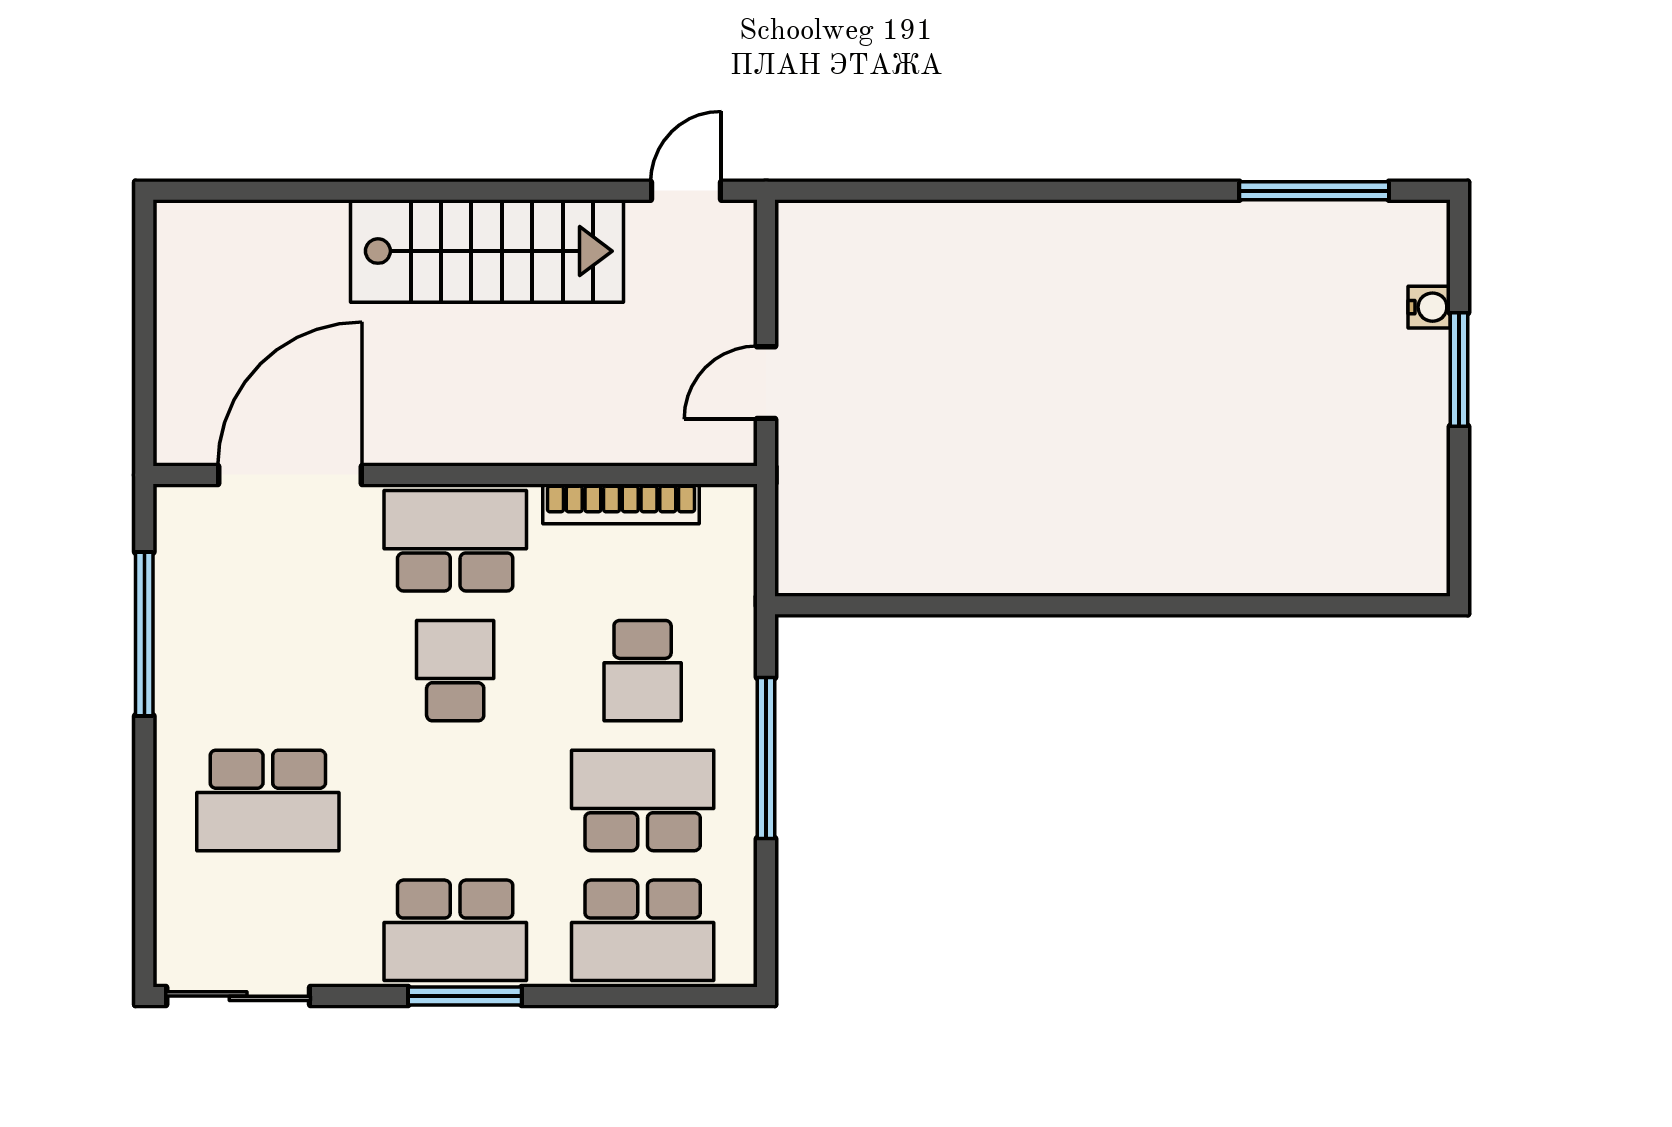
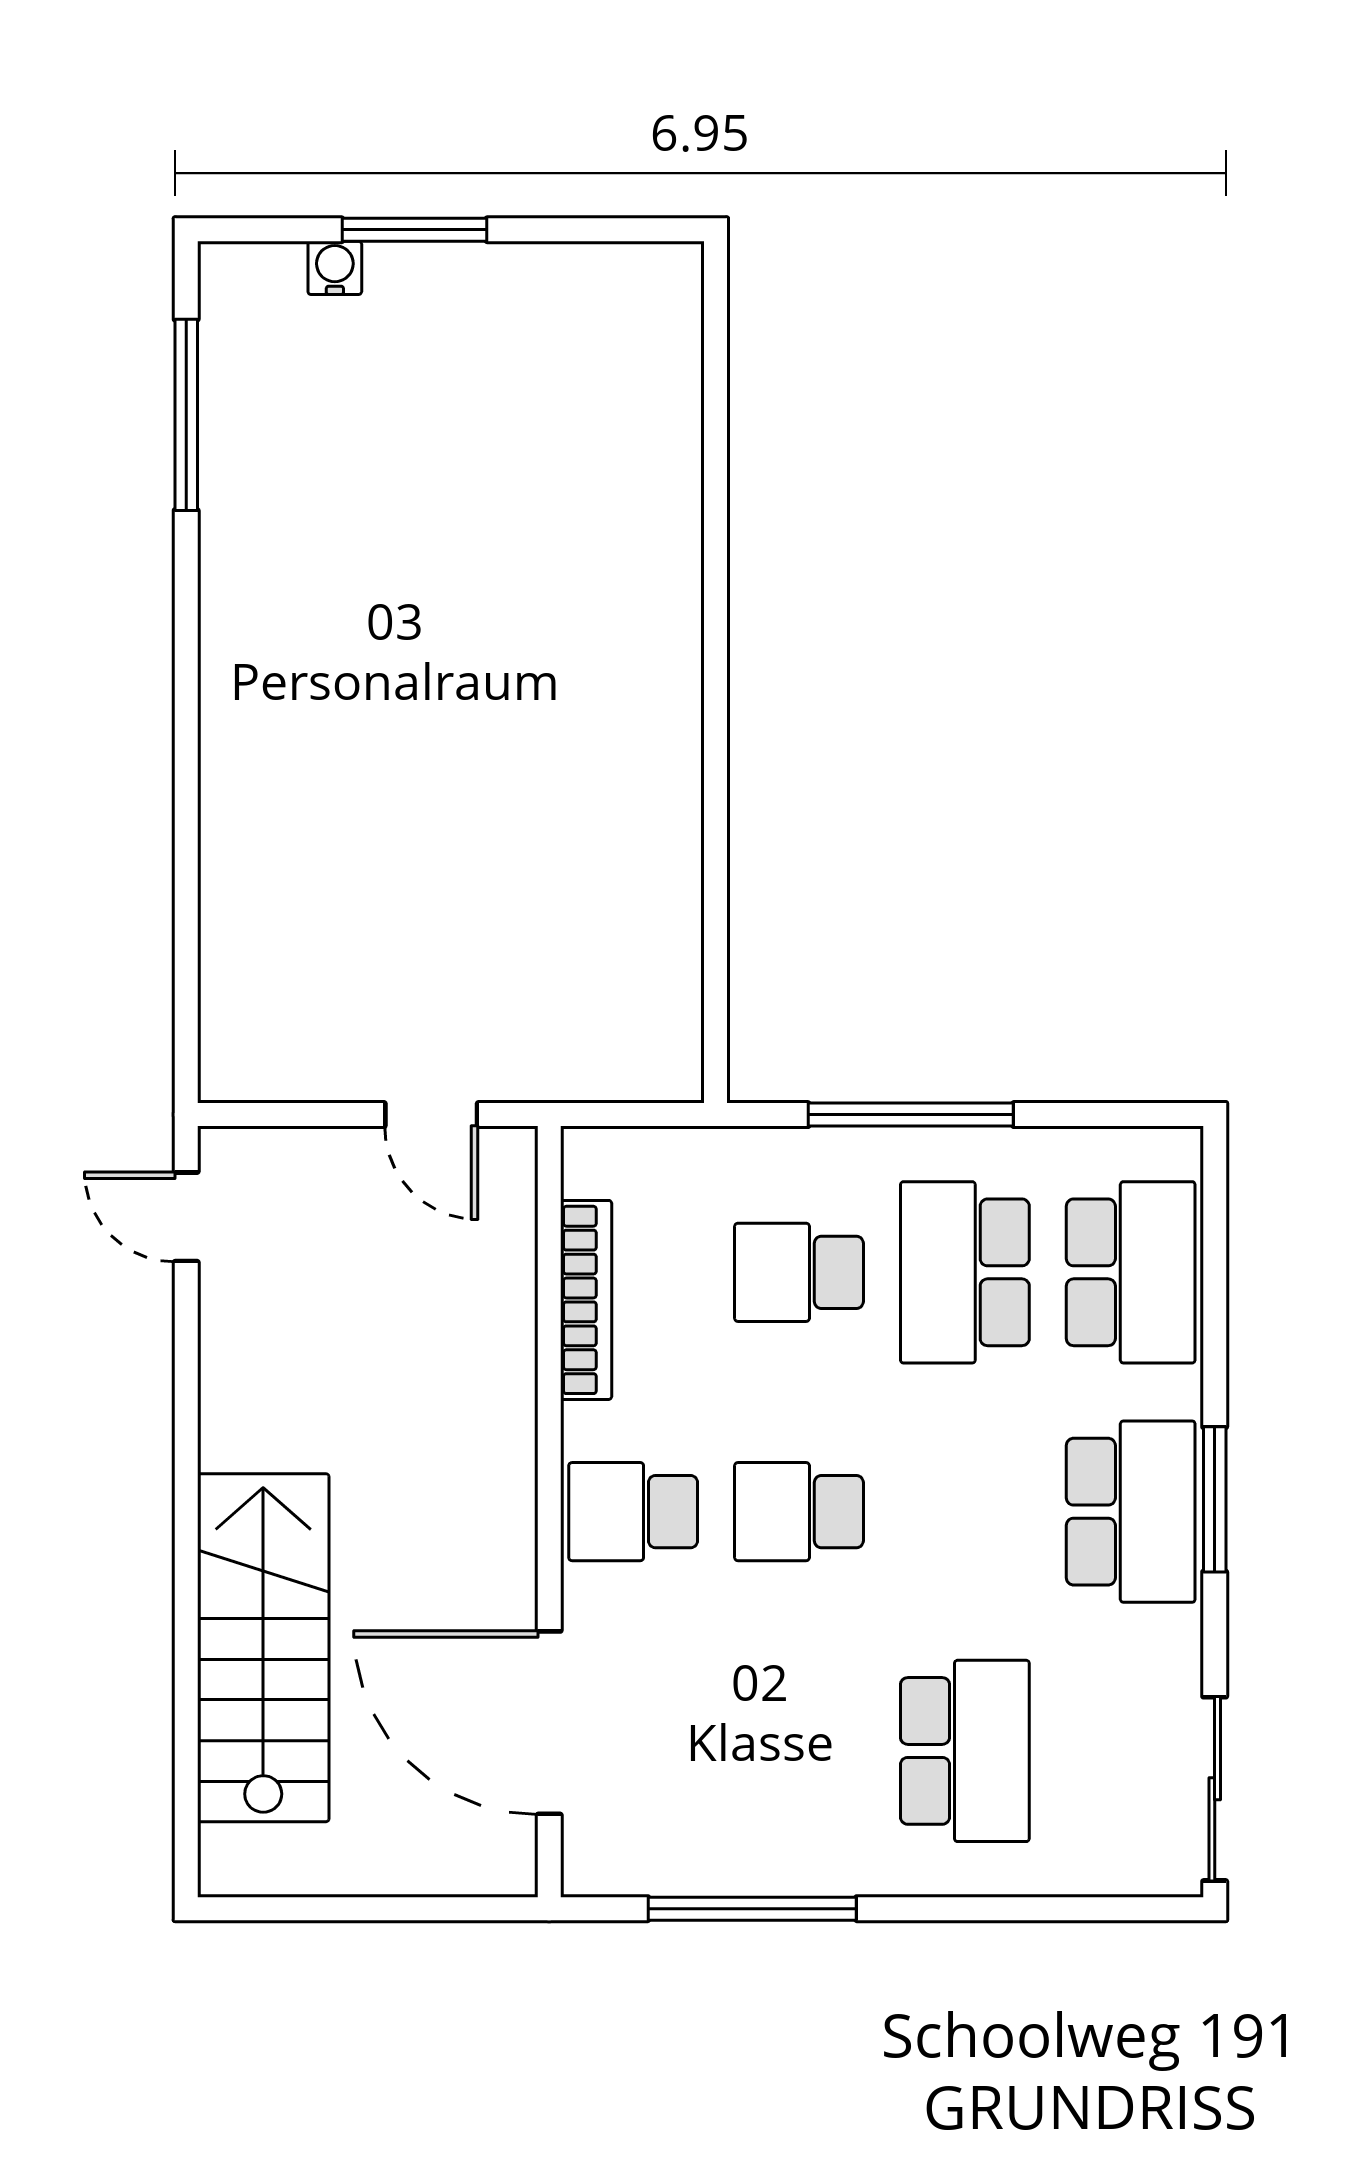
stairs: (487, 251) -> (263, 1648), moved
school desk: (455, 541) -> (633, 1512), width x0.54
school desk: (643, 671) -> (799, 1272), turned 180

